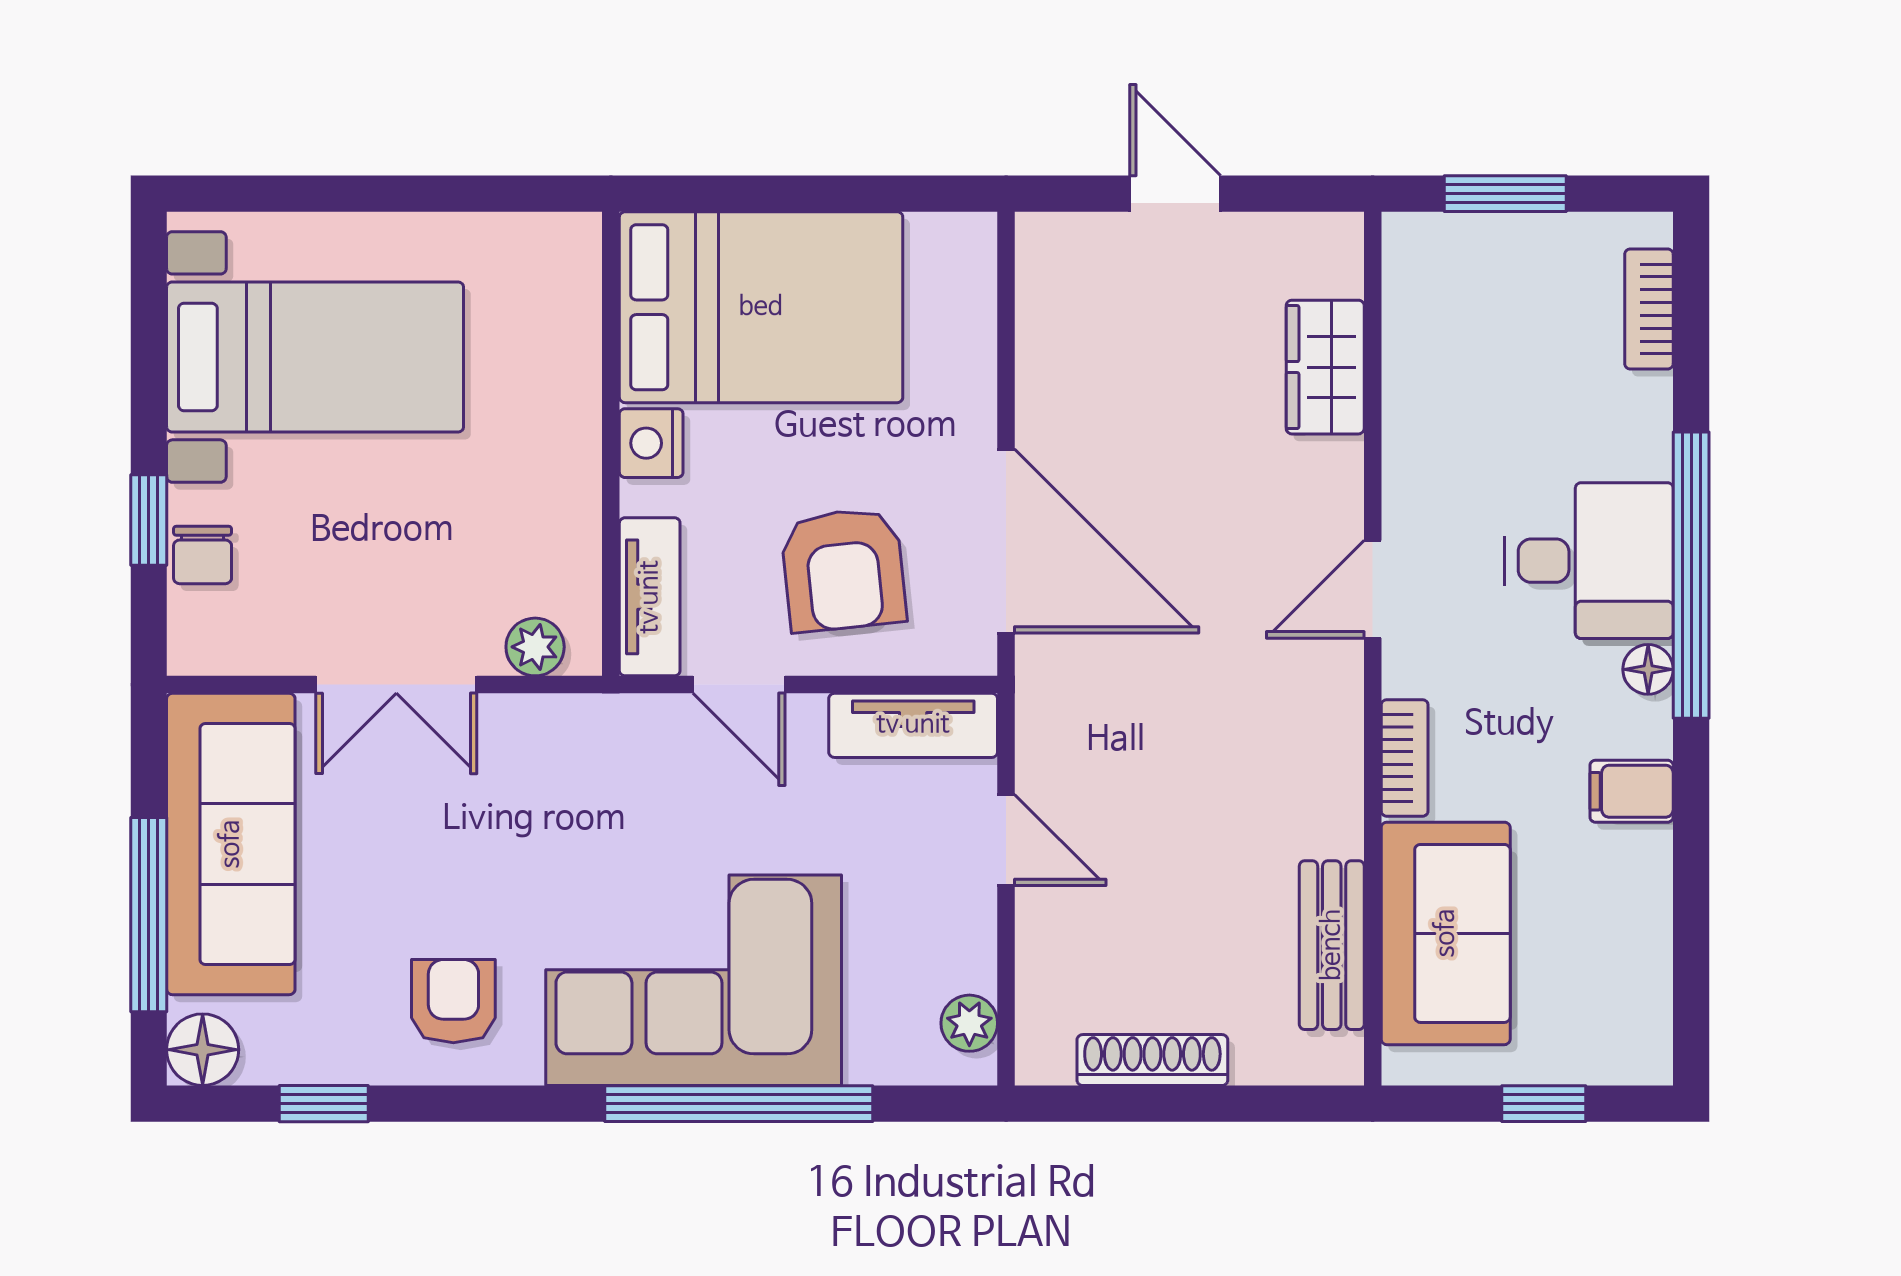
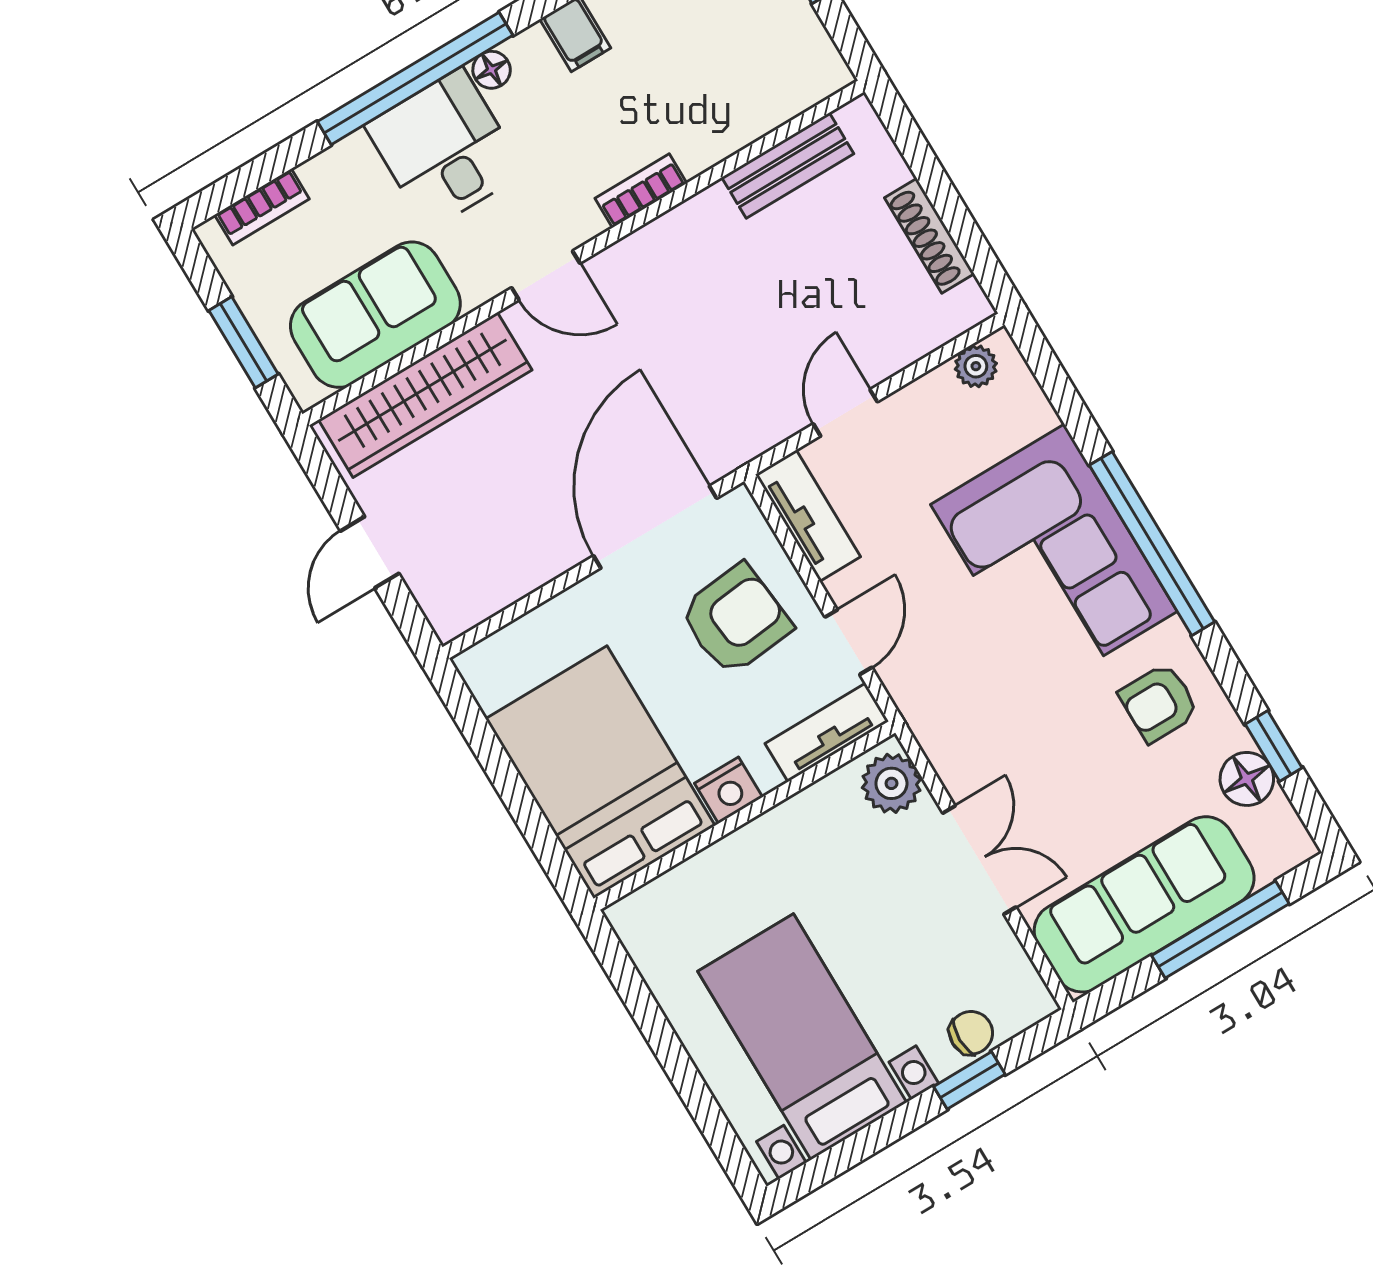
wardrobe: (1325, 367) -> (425, 395), width x2.10, depth x1.17
plant: (535, 647) -> (891, 783), width x1.38, depth x1.38
sofa: (1446, 933) -> (375, 315), moved
floor lamp: (203, 1050) -> (1247, 779), moved
window: (739, 1104) -> (1152, 544), moved

